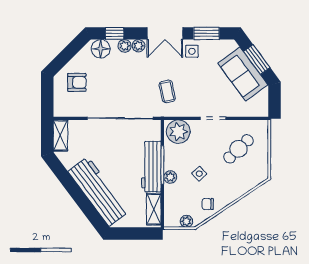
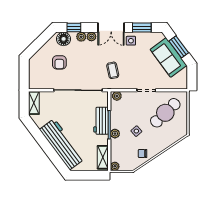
armchair: (77, 82) -> (59, 62), moved, turned 90
plant: (178, 132) -> (117, 96), width x0.53, depth x0.53
cafe table: (238, 149) -> (165, 113), width x1.37, depth x1.35
workbench: (151, 167) -> (101, 121), width x0.73
plant: (186, 221) -> (115, 166), moved

